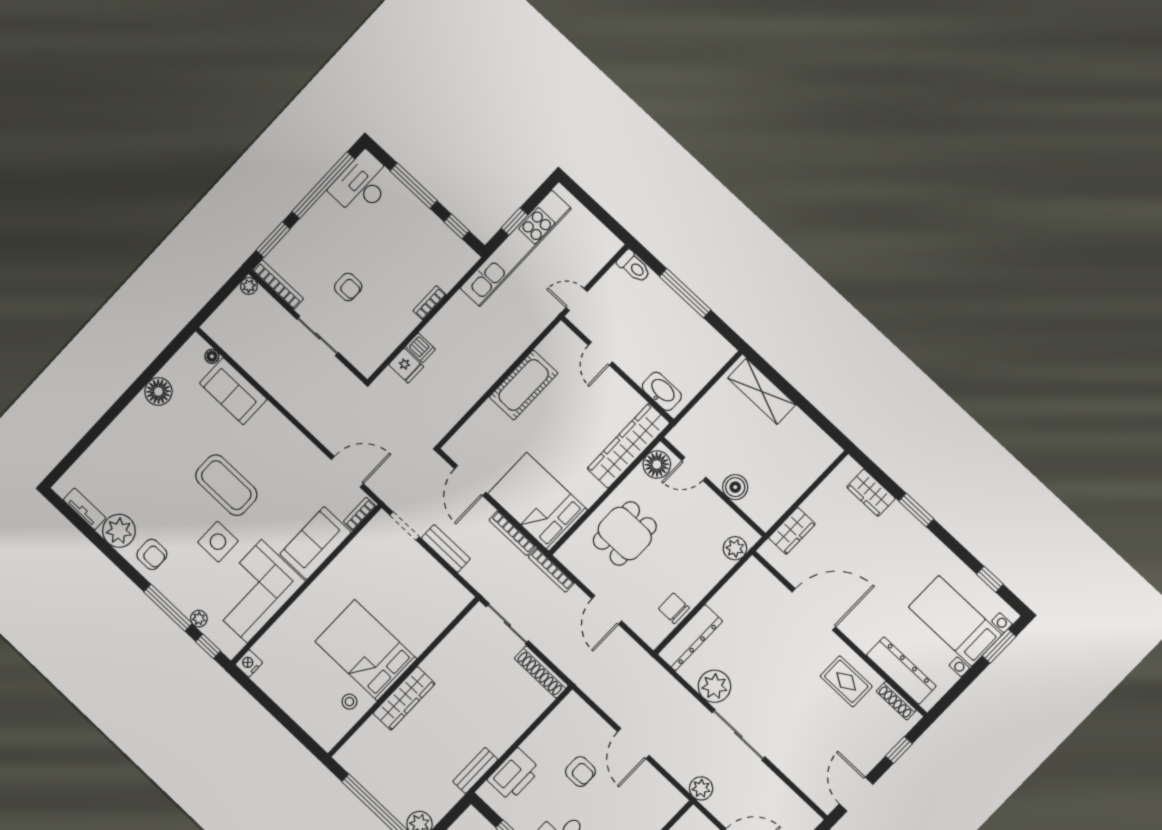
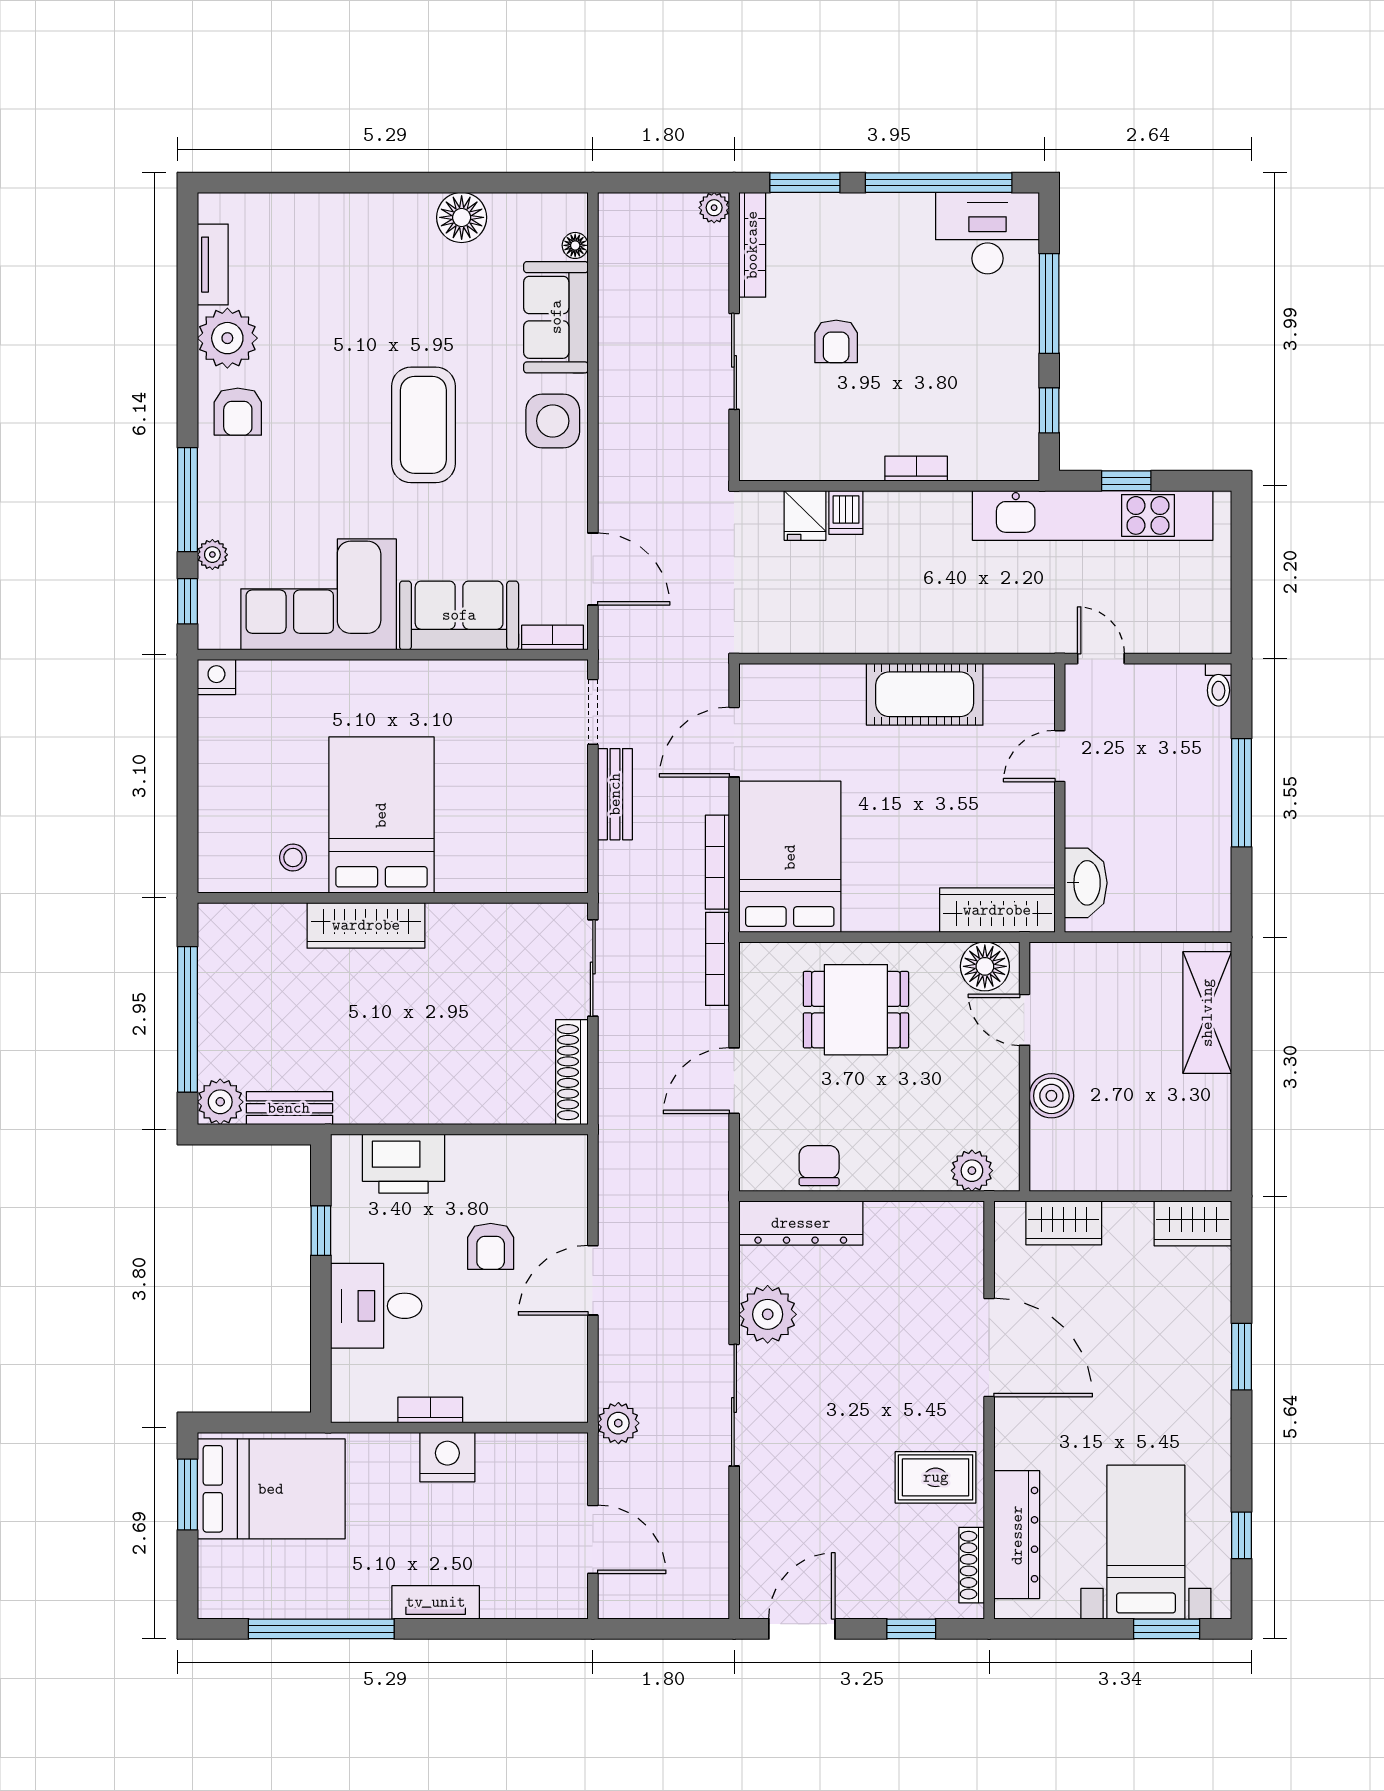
toilet: (634, 267) -> (1218, 685), width x0.73, depth x0.72
wardrobe: (628, 446) -> (997, 910), width x0.71, depth x0.85
wardrobe: (871, 493) -> (1193, 1223), moved, turned -90
side table: (218, 542) -> (553, 421), moved
rug: (846, 681) -> (936, 1477), turned 90
bench: (475, 770) -> (289, 1108), moved

